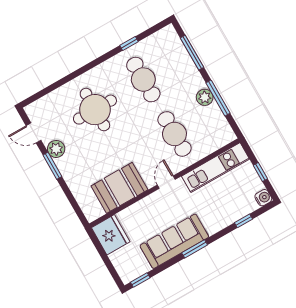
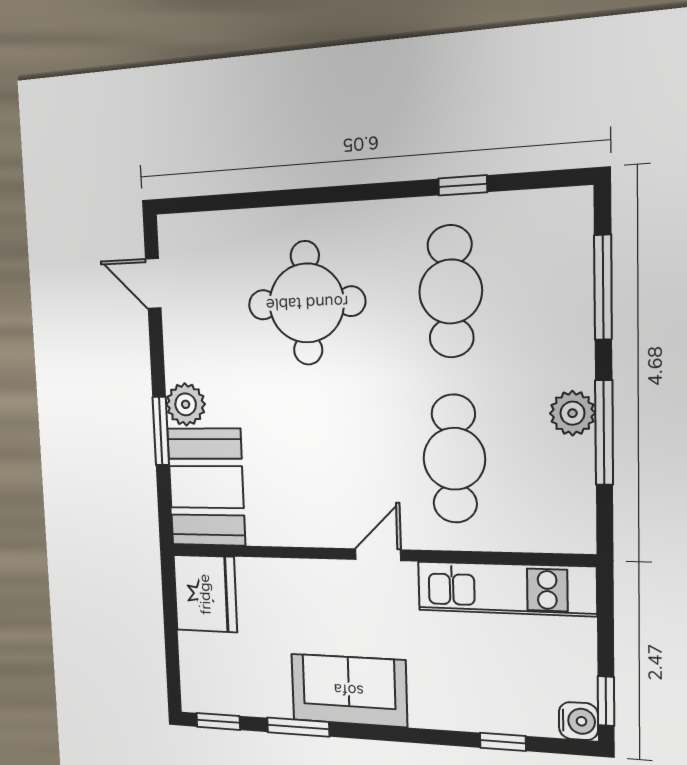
plant: (56, 149) -> (186, 404), moved
window: (52, 166) -> (161, 431), moved
window: (260, 172) -> (606, 701), moved
booth: (119, 188) -> (206, 487), moved, turned 90
sofa: (174, 241) -> (349, 690), width x0.73
window: (195, 249) -> (298, 727), moved

